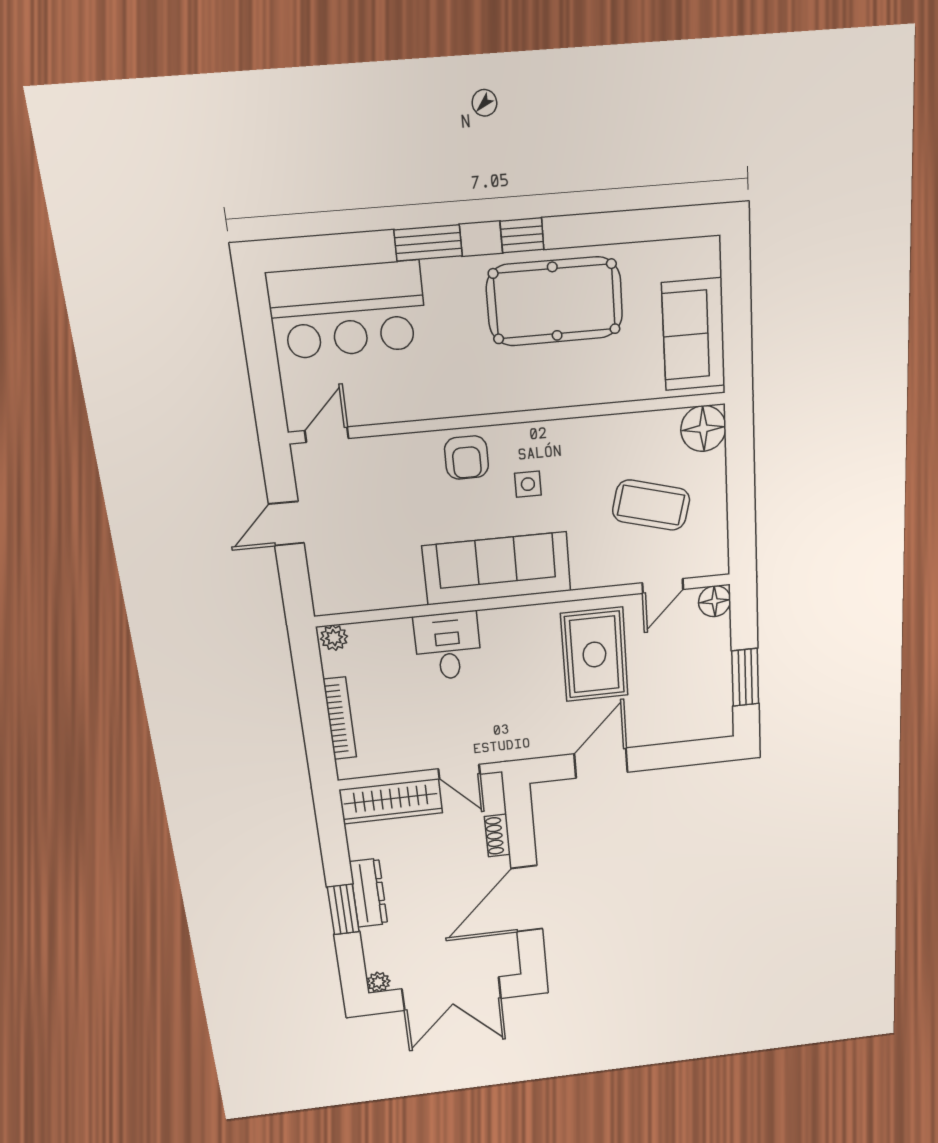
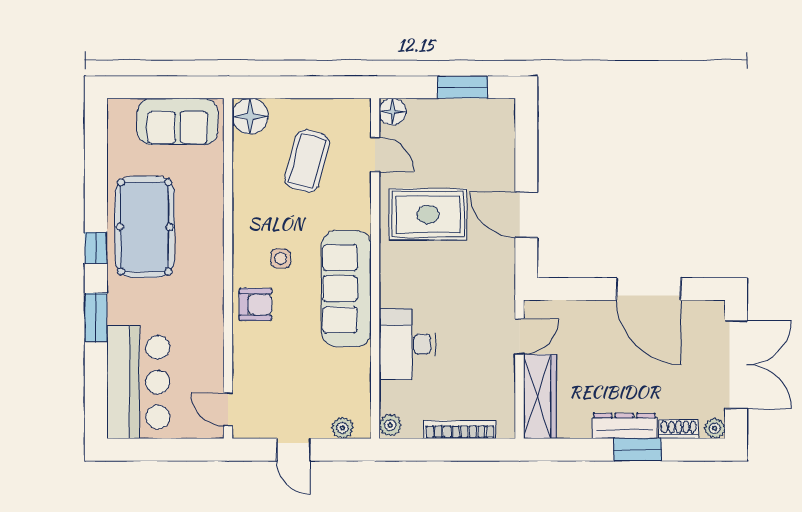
plant: (323, 581) -> (342, 428), added
desk: (448, 646) -> (407, 344), width x1.37
shoe rack: (497, 836) -> (679, 429), moved, turned 180

